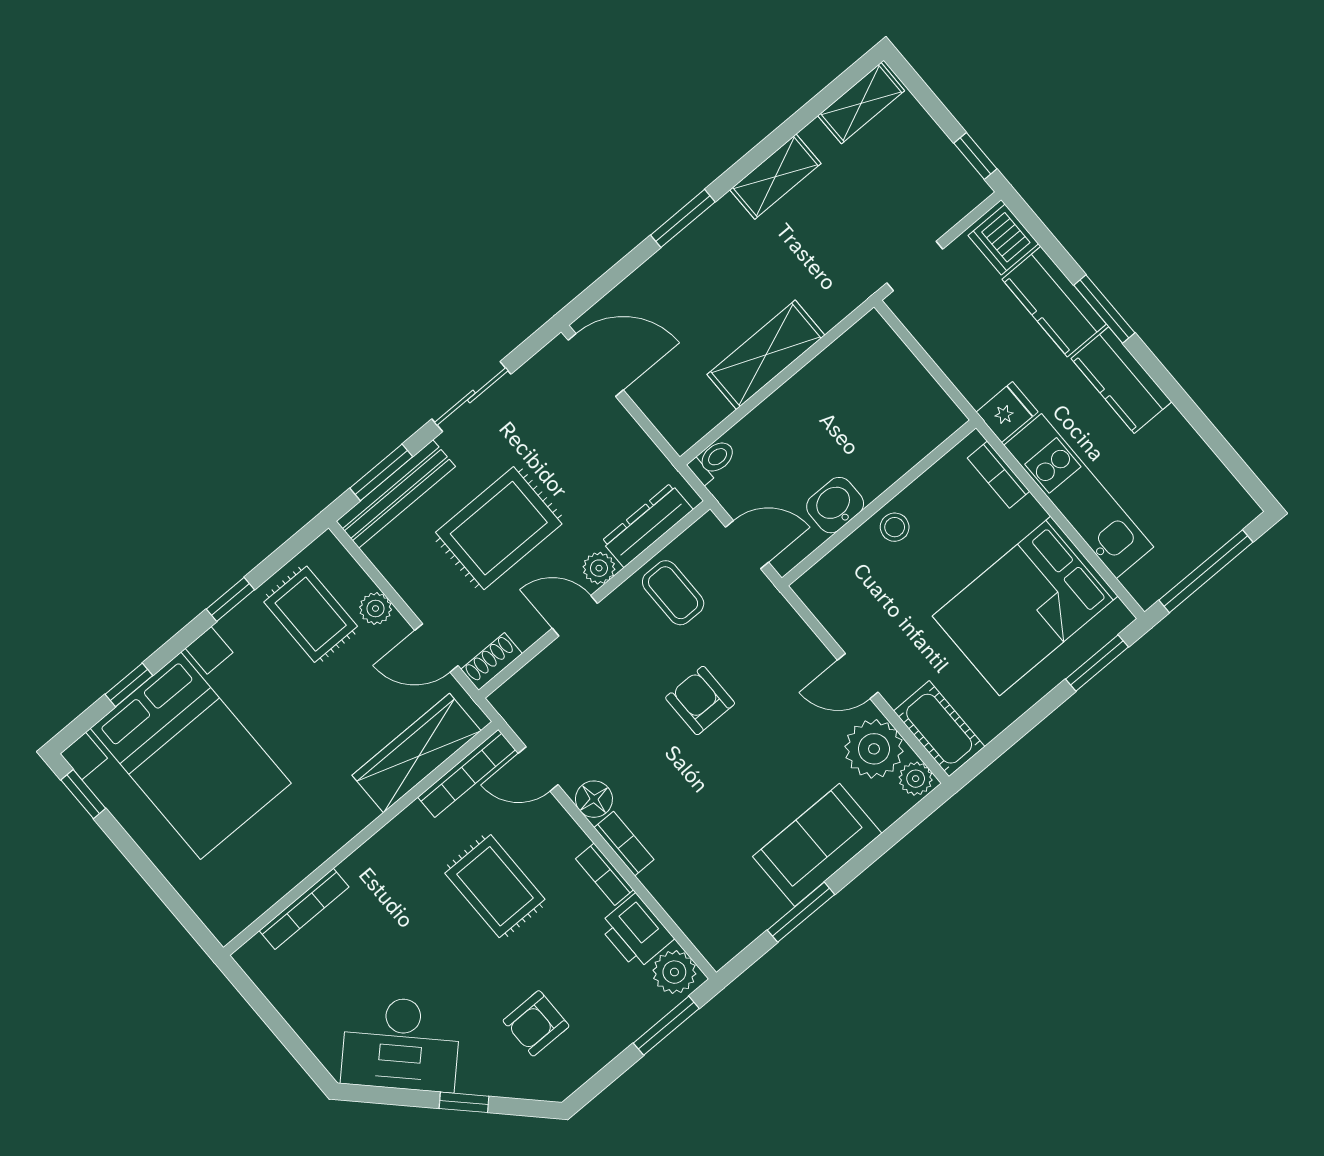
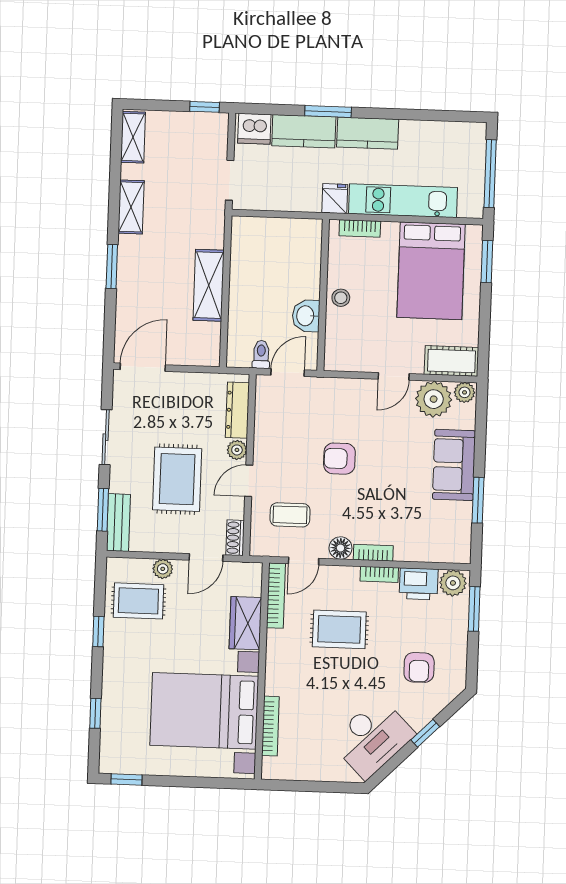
toilet: (713, 461) -> (261, 354), moved
bench: (396, 494) -> (118, 523), width x0.73
coffee table: (673, 593) -> (290, 515), moved
wardrobe: (417, 753) -> (245, 623), width x0.67
bed with nightstands: (191, 756) -> (204, 711), moved, turned 180

